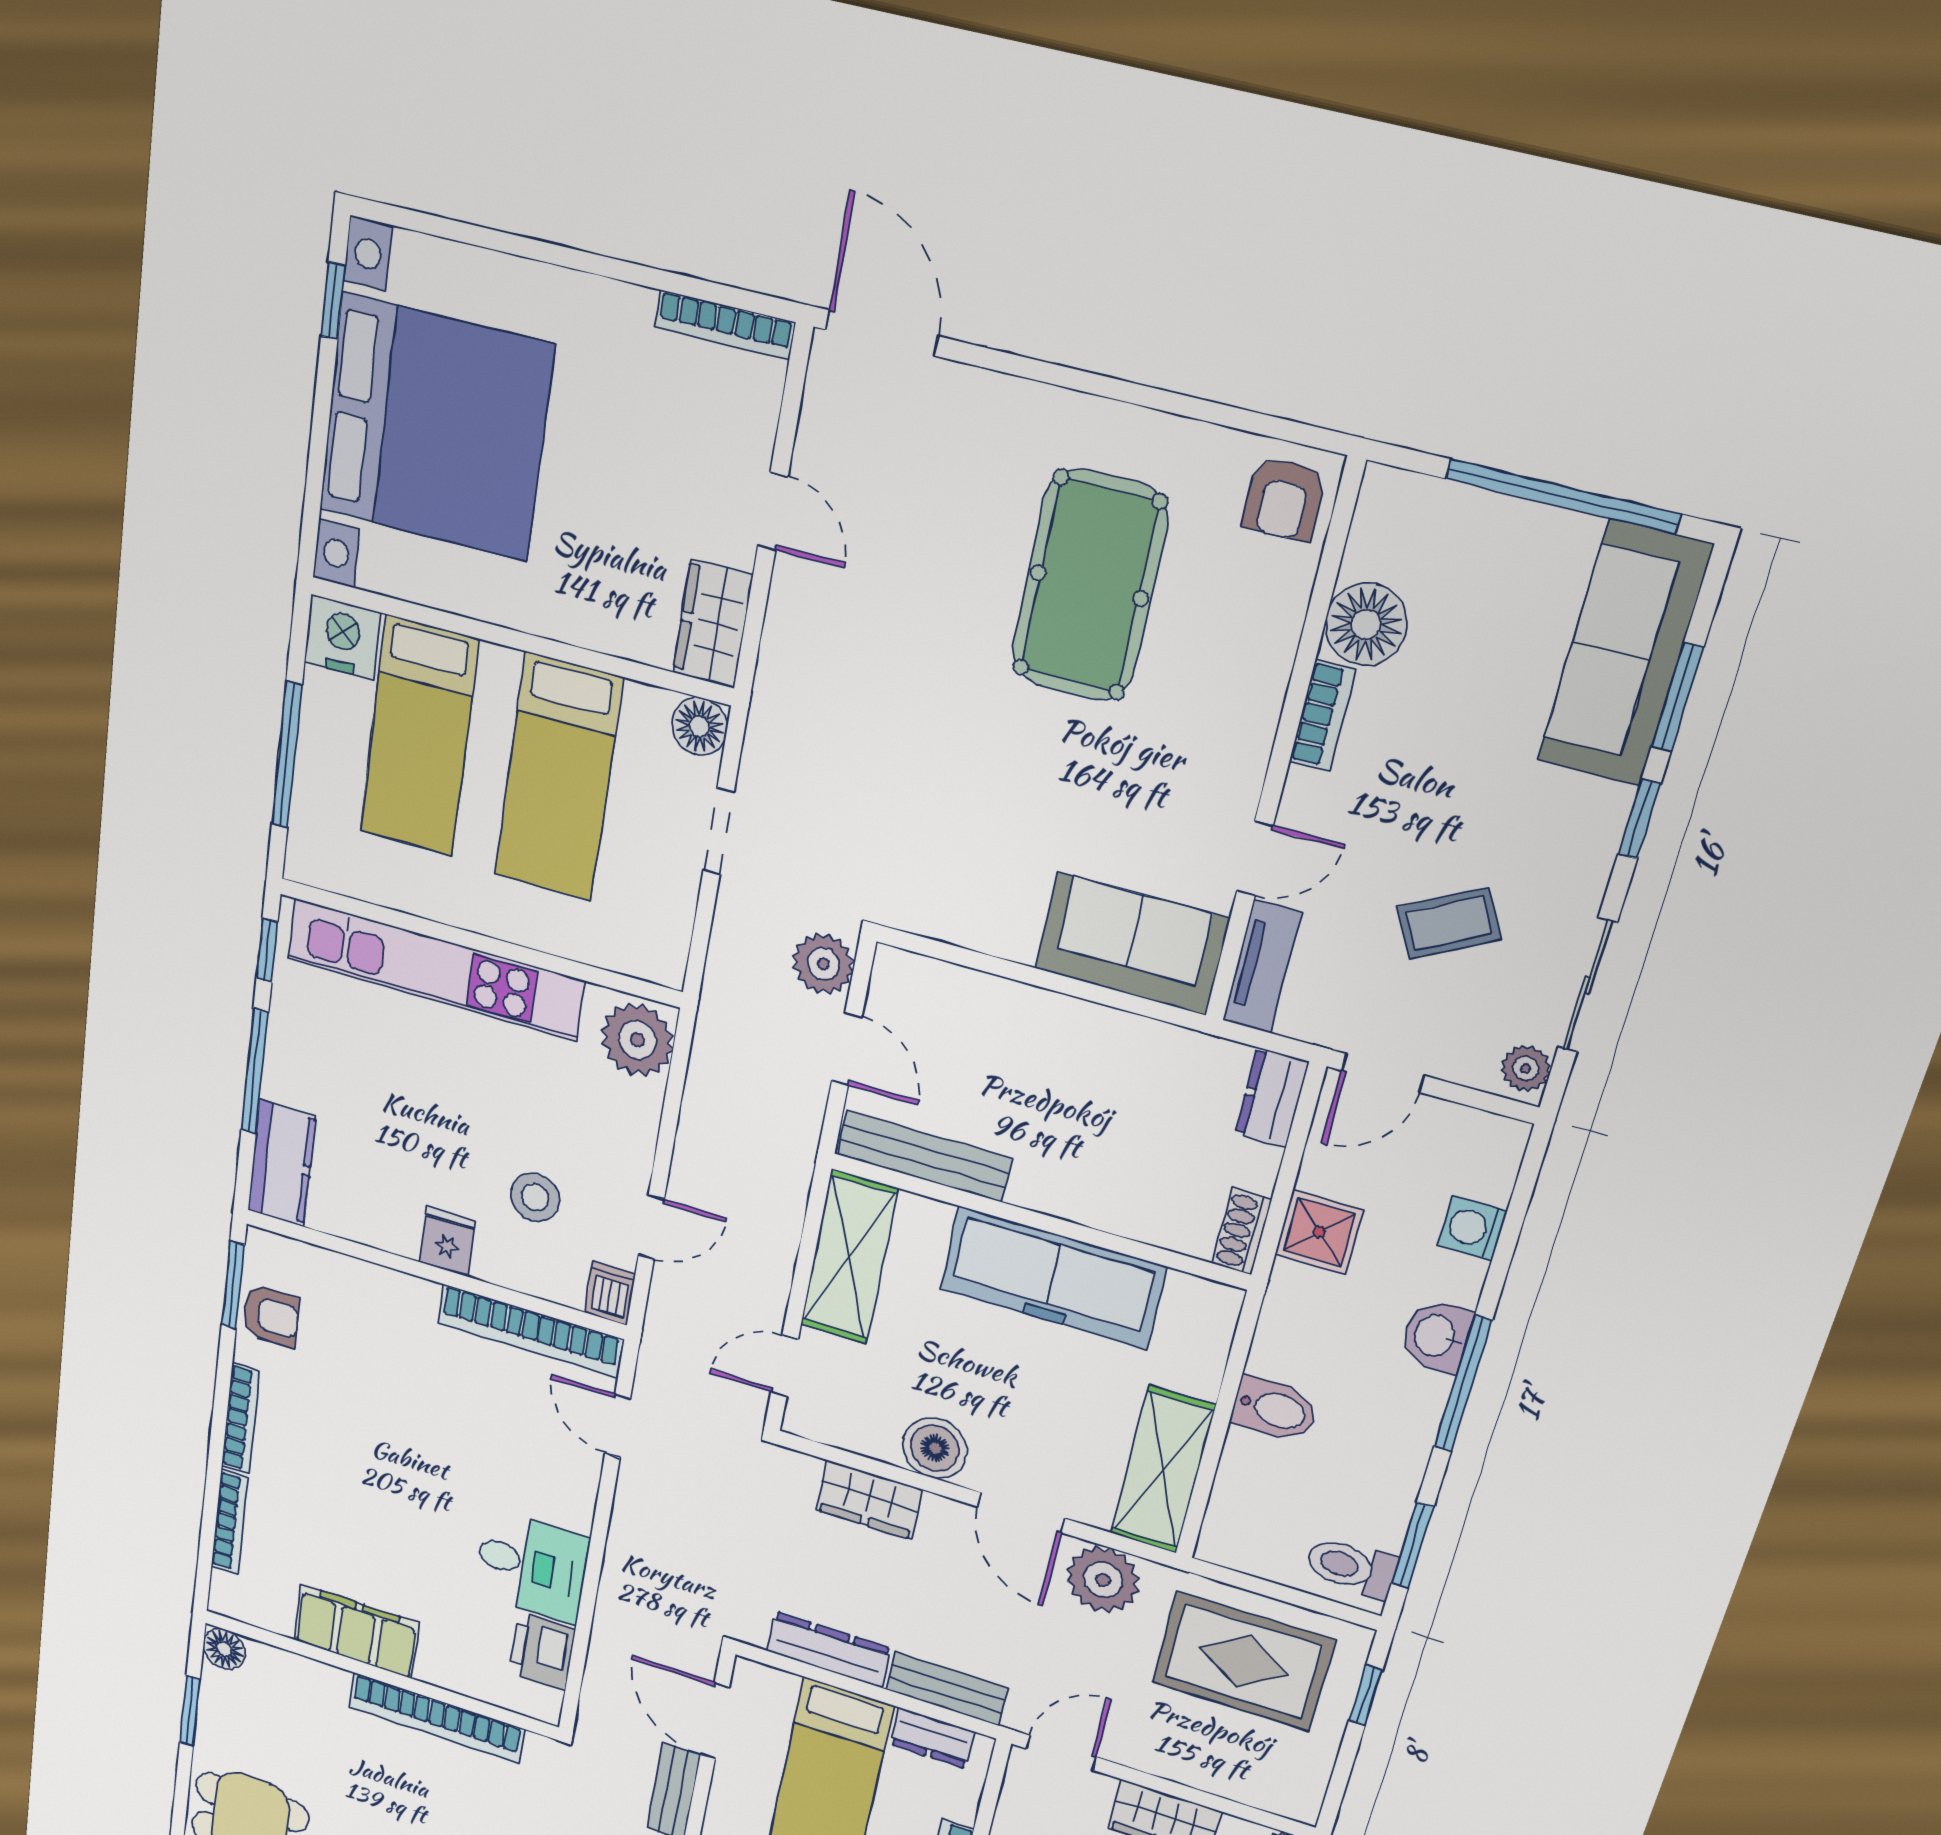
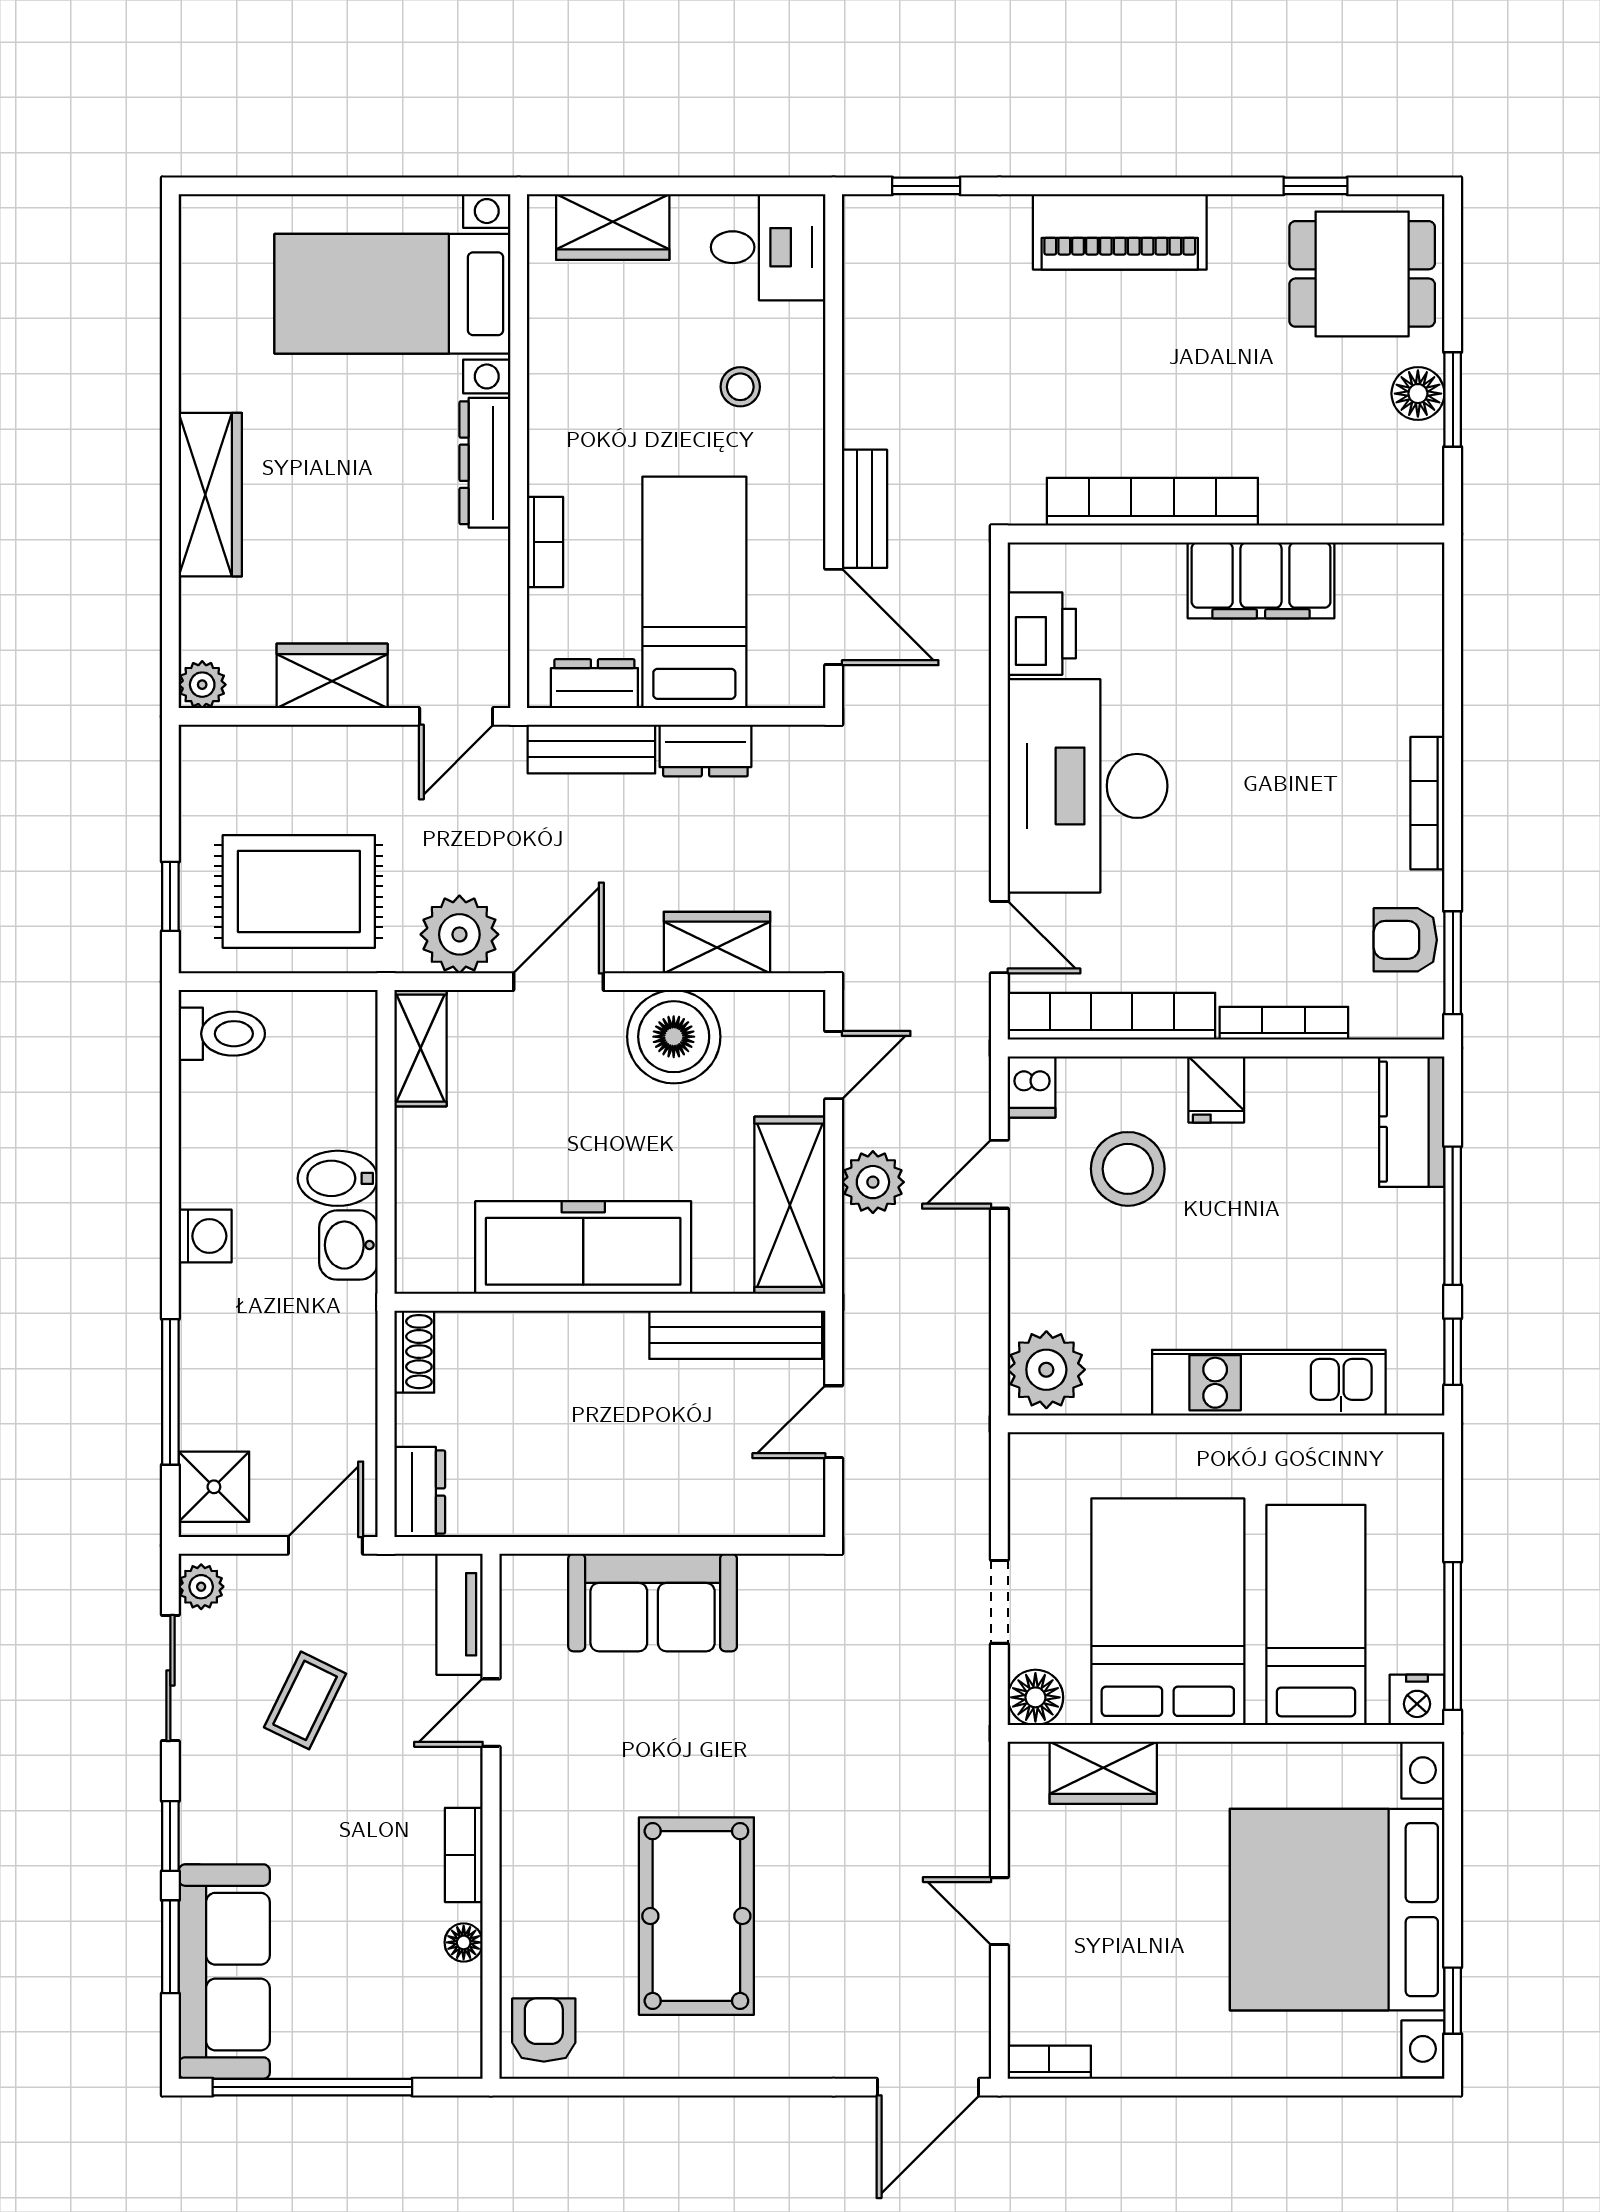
bookcase: (725, 325) -> (1049, 2062), width x0.64
door: (882, 333) -> (928, 2087), hinge flipped
wardrobe: (713, 623) -> (1103, 1773), moved, turned 90
floor lamp: (1366, 624) -> (464, 1942), width x0.53, depth x0.53
nightstand: (342, 637) -> (1417, 1700), width x0.74, depth x0.75
window: (287, 755) -> (1453, 1636), moved
bed: (558, 778) -> (1168, 1612), width x1.50
coffee table: (1449, 923) -> (305, 1700), turned -36
sofa: (1132, 944) -> (653, 1602), moved
plant: (823, 964) -> (873, 1182), moved
kitchen unit: (435, 969) -> (1269, 1383), width x0.73
door: (847, 1049) -> (834, 1422), hinge flipped
stool: (535, 1197) -> (1128, 1169), width x1.38, depth x1.38
washing machine: (1472, 1228) -> (205, 1236), moved
shower: (1319, 1232) -> (214, 1487), moved
washbasin: (1436, 1336) -> (348, 1245), moved, turned 180
window: (1463, 1384) -> (170, 1392), moved
boiler: (935, 1448) -> (674, 1037), width x1.37, depth x1.37
shelving: (1163, 1470) -> (420, 1048), width x0.67, depth x0.75
door: (1021, 1513) -> (558, 982), hinge flipped
bookcase: (229, 1522) -> (1284, 1023), moved, turned 90
window: (1413, 1545) -> (170, 1078), removed
desk: (532, 1566) -> (1088, 786), width x1.87, depth x1.30
floor lamp: (224, 1649) -> (1418, 394), moved
dresser: (829, 1650) -> (705, 751), width x0.70

